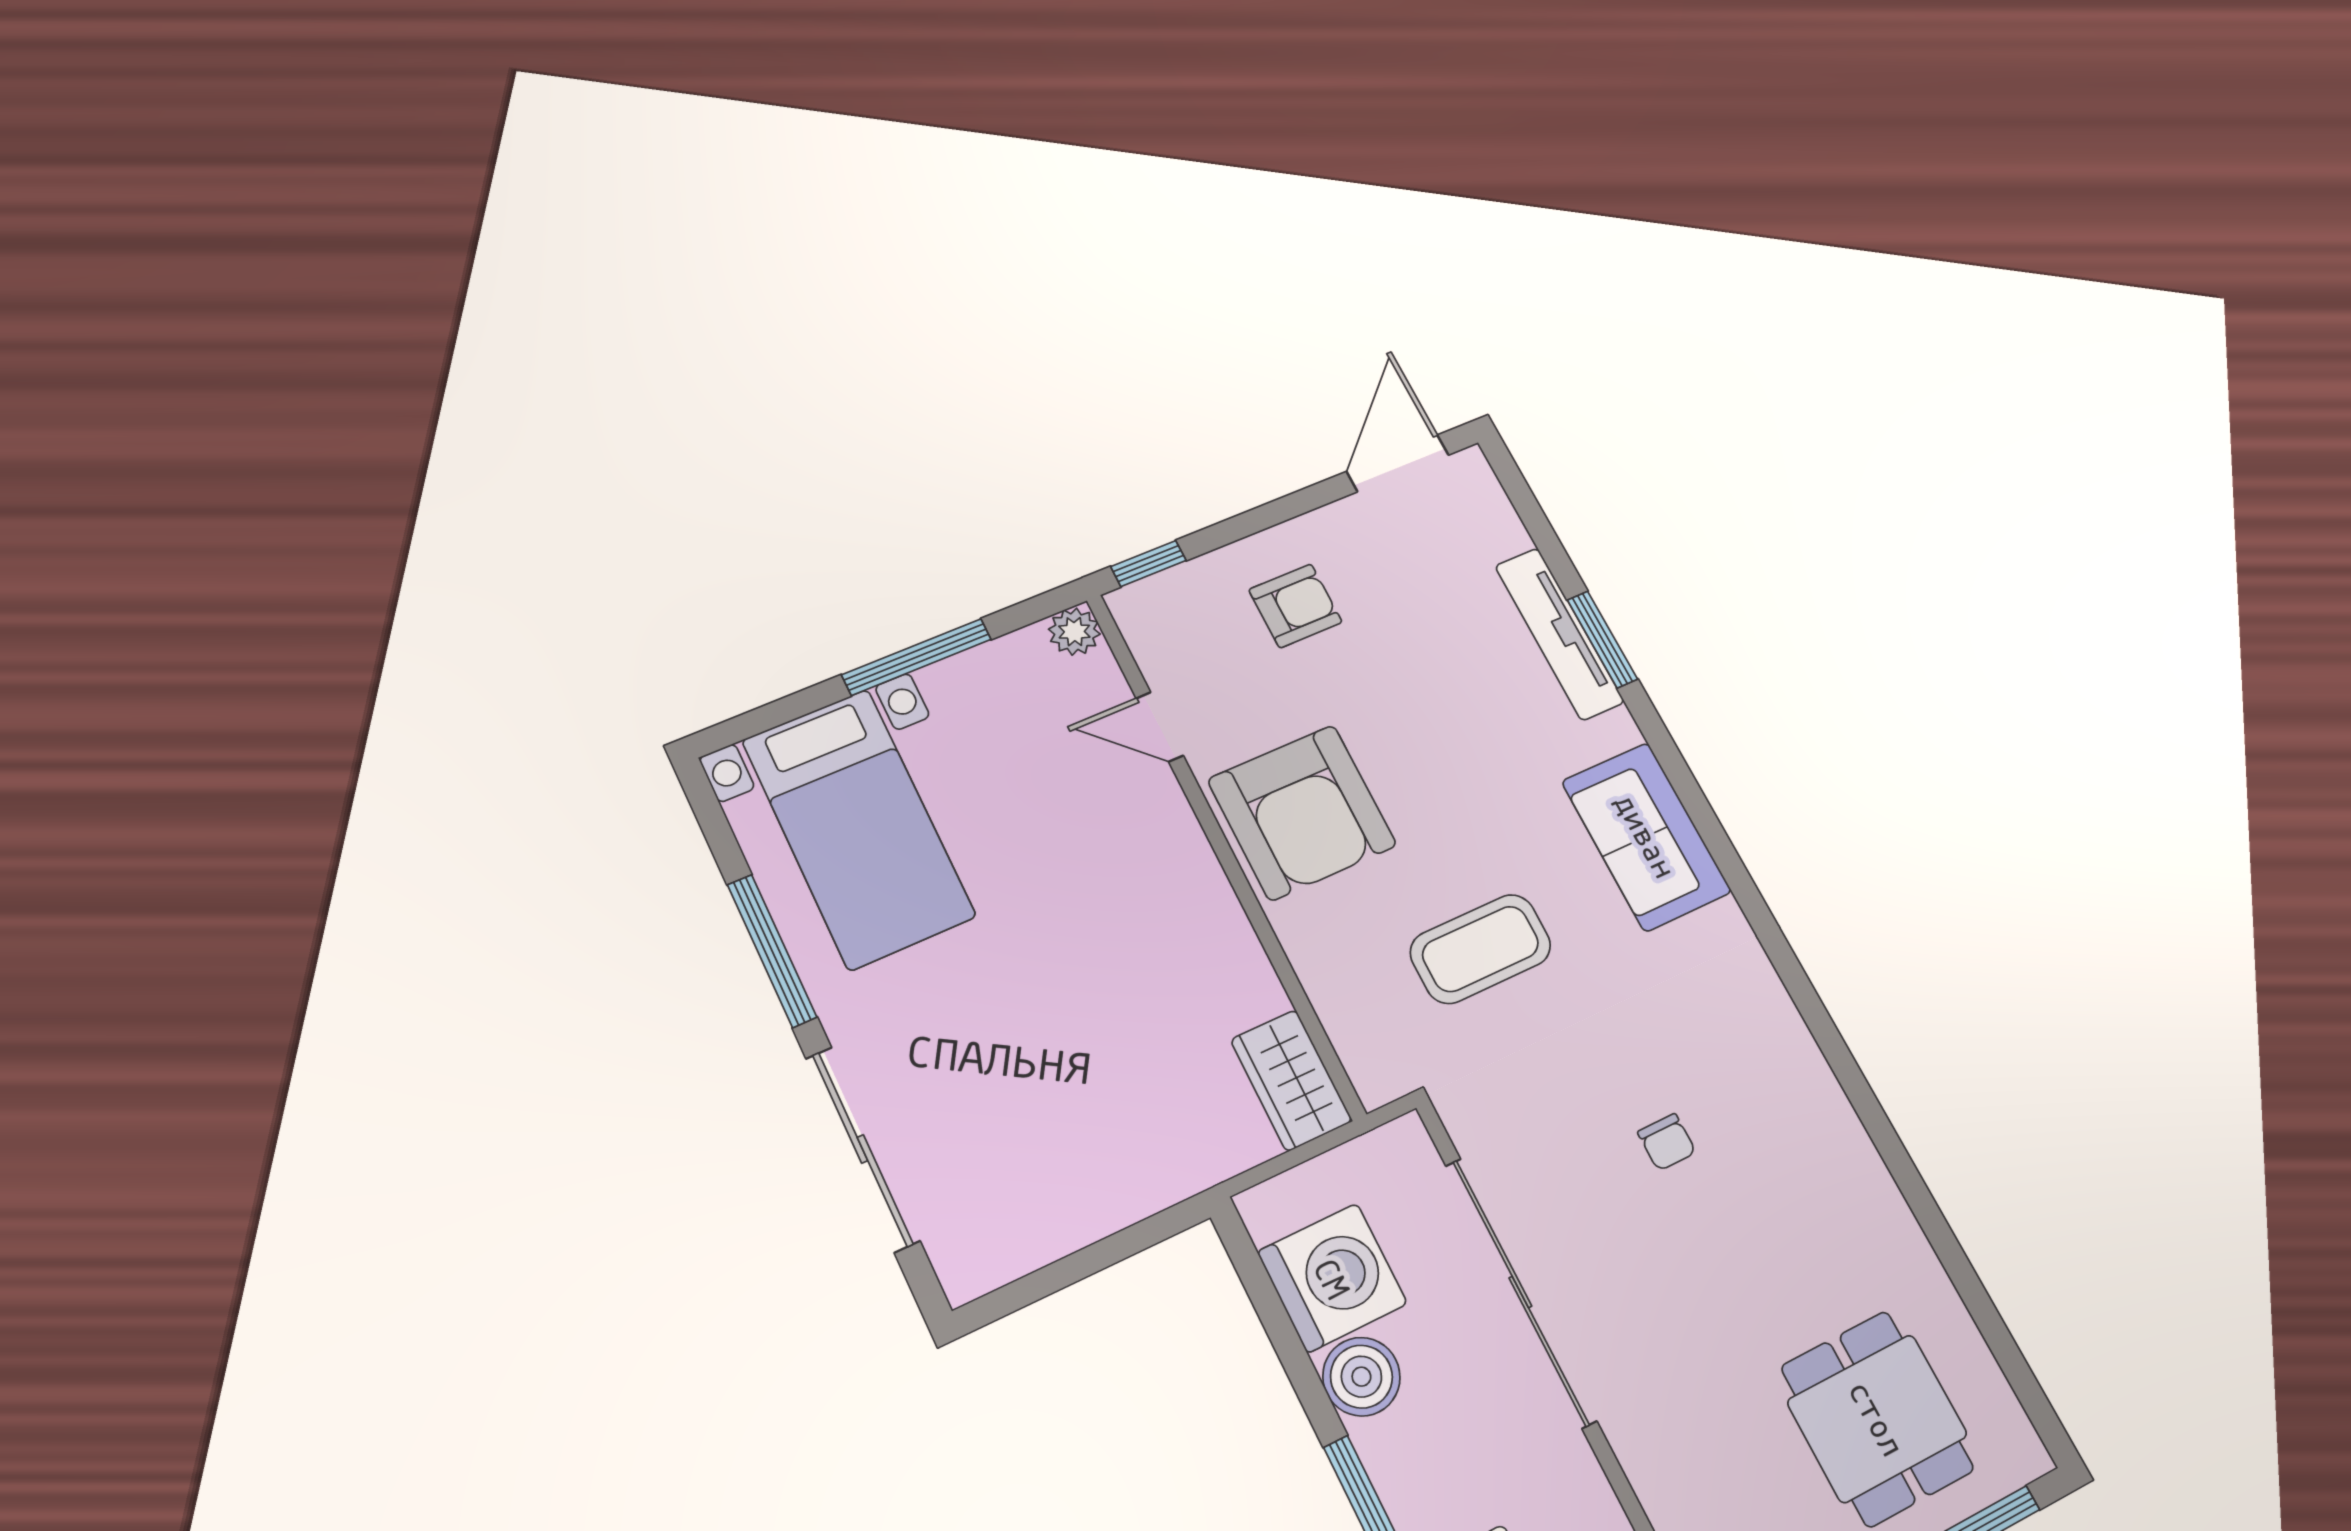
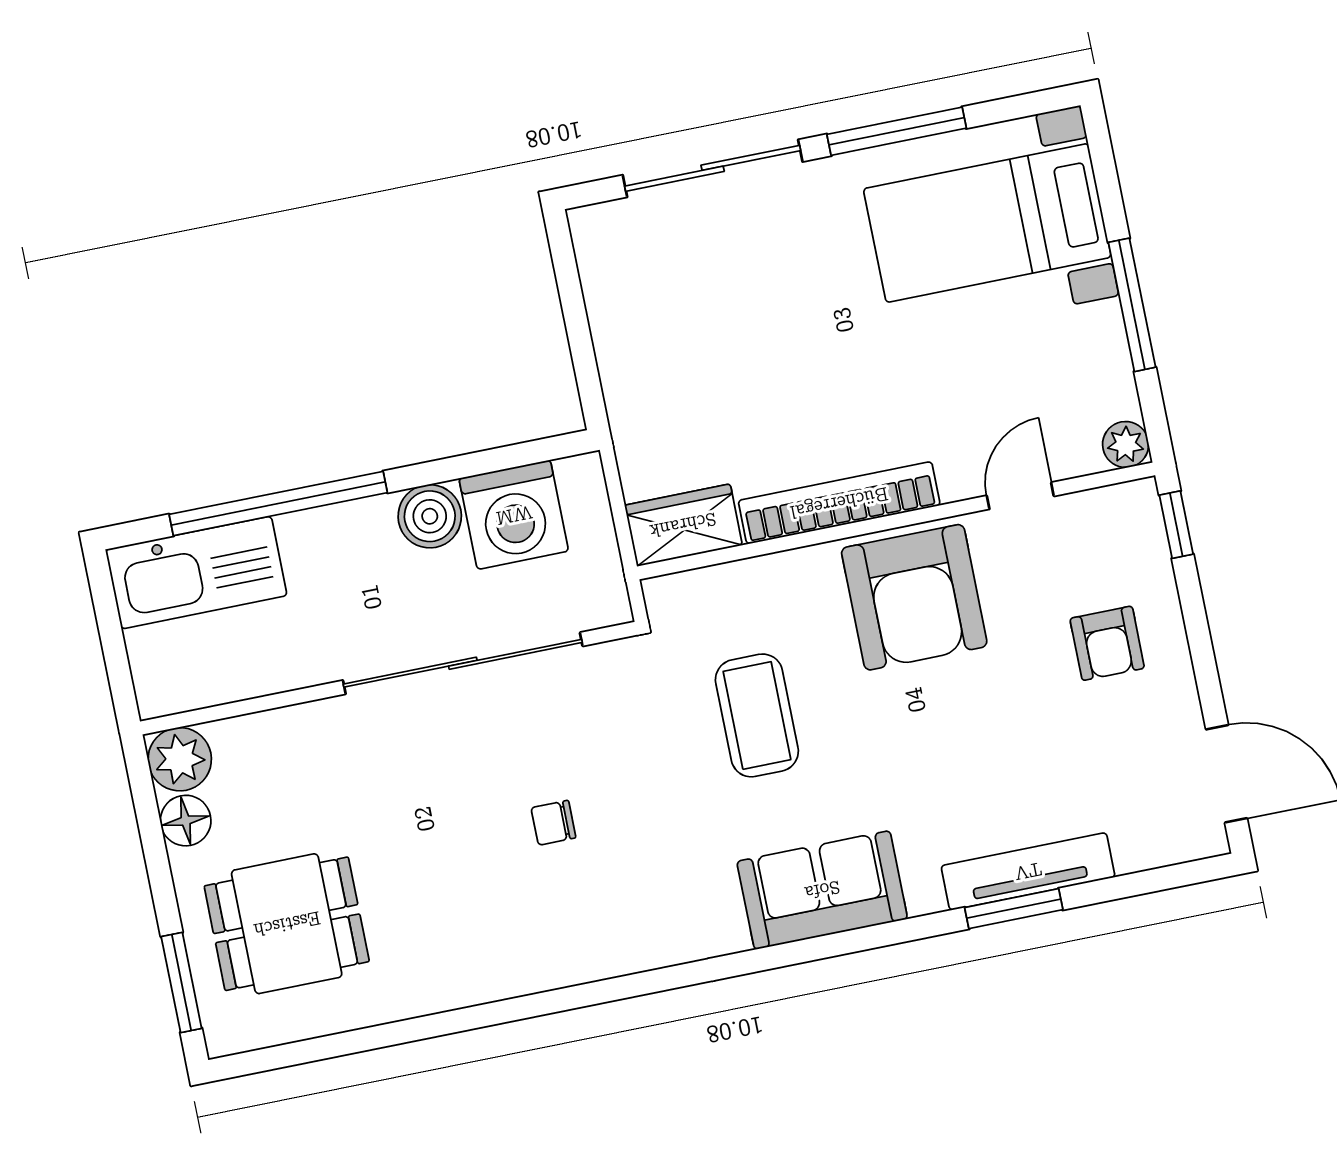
armchair: (1302, 812) -> (914, 597), turned -90
bookcase: (1219, 915) -> (839, 503), added

